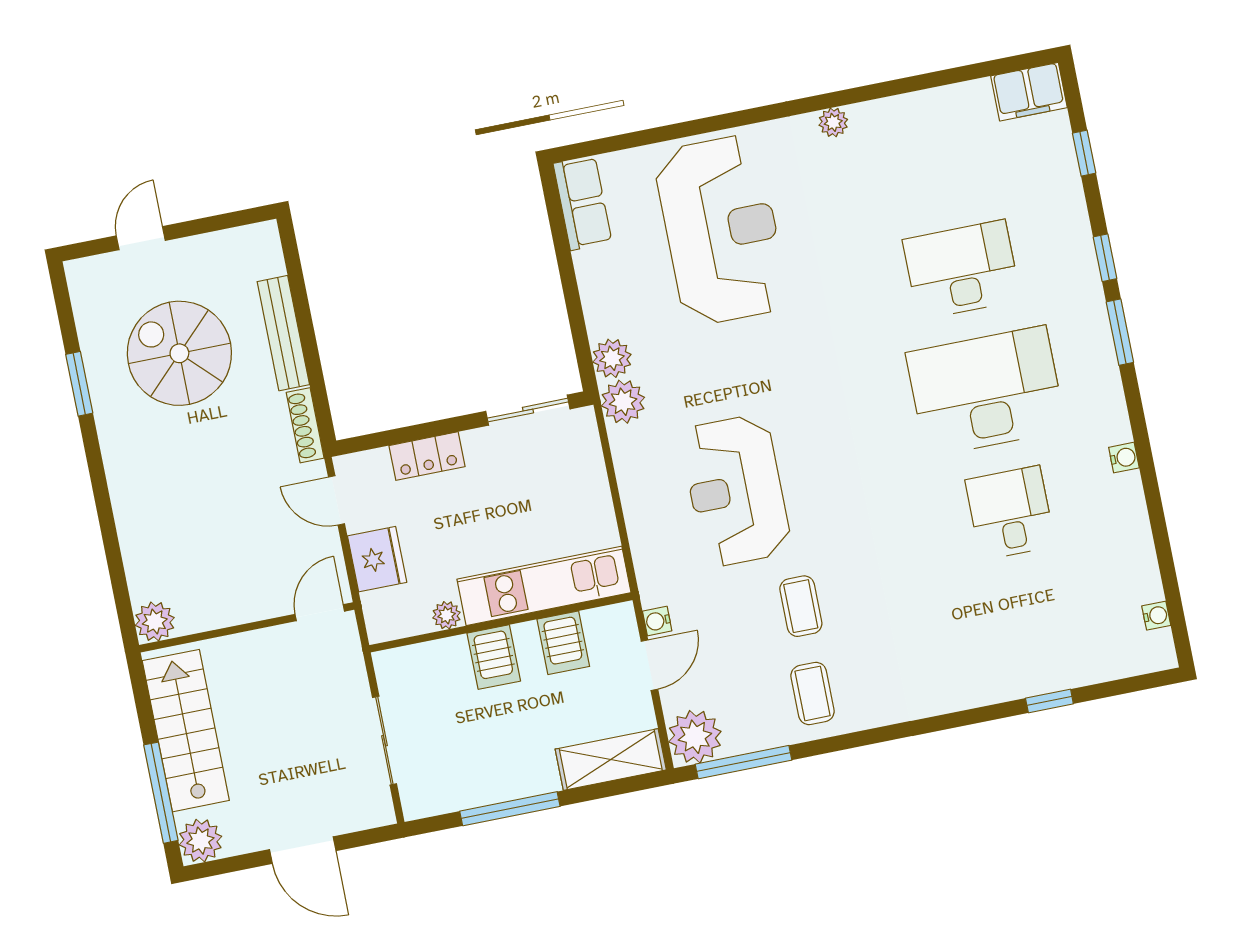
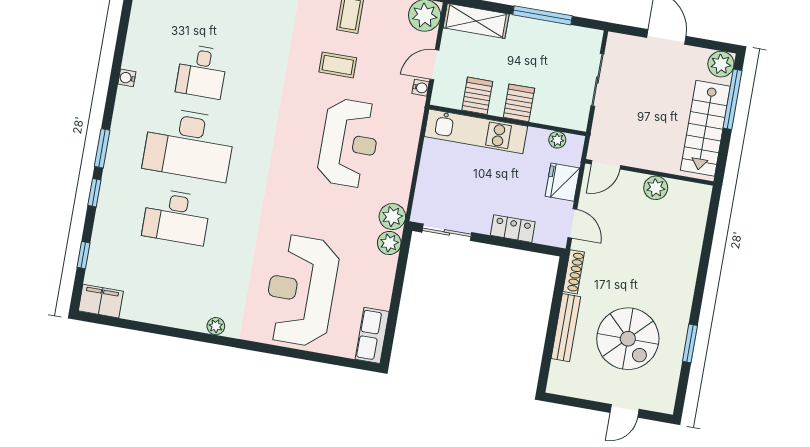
coffee table: (801, 606) -> (338, 65), turned 90
plant: (447, 615) -> (557, 140), moved
plant: (155, 621) -> (656, 188), moved

